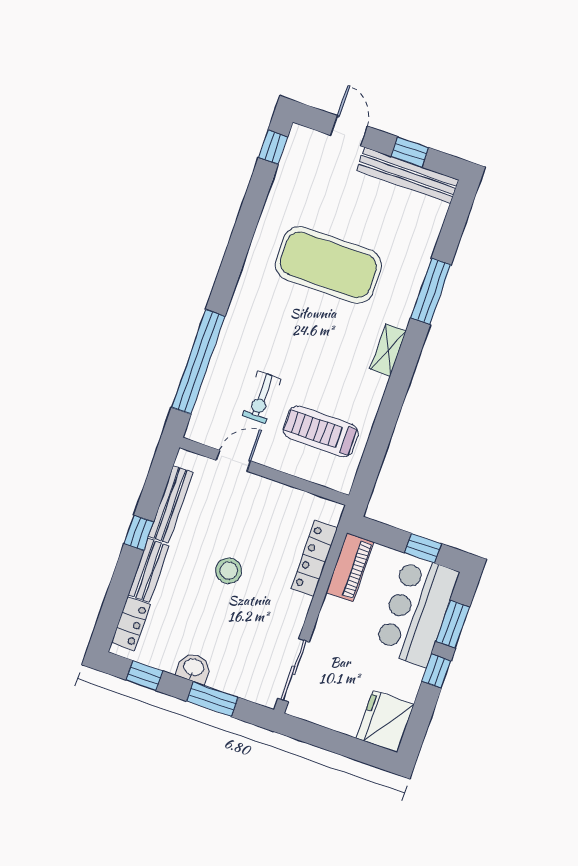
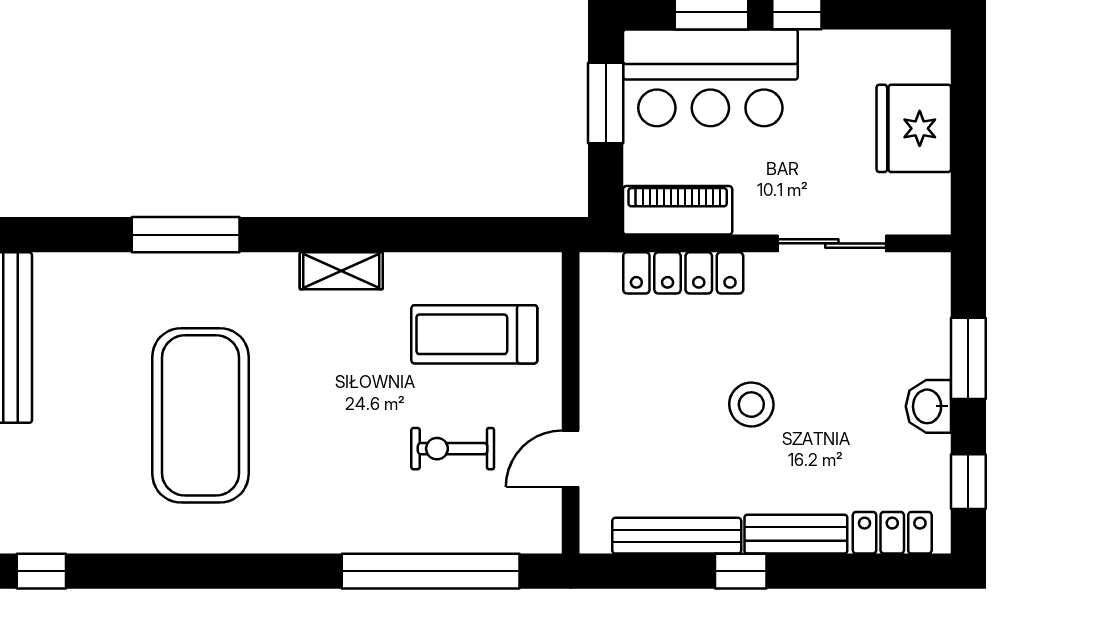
shelving: (388, 350) -> (341, 271), moved
exercise bike: (262, 397) -> (453, 449), turned 180
treadmill: (321, 431) -> (474, 334), turned 90
door: (233, 461) -> (571, 459), hinge flipped
window: (423, 548) -> (606, 103), width x1.50
sliding door: (294, 670) -> (832, 243), moved
fridge: (385, 721) -> (914, 128), moved, turned 90

